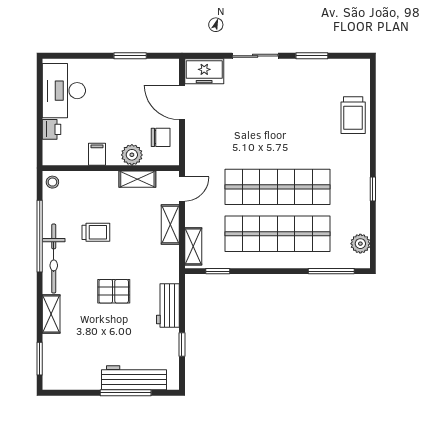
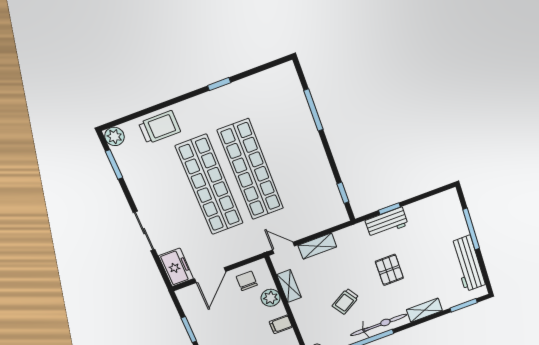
window: (312, 56) -> (114, 165), moved
trolley: (96, 232) -> (345, 301), turned -122
shop shelf: (277, 234) -> (209, 185), moved
plant: (360, 244) -> (114, 136), moved
shelving: (193, 246) -> (329, 221), removed
window: (331, 271) -> (313, 110), moved
window: (182, 344) -> (389, 209), moved
workbench: (134, 378) -> (468, 264), moved

